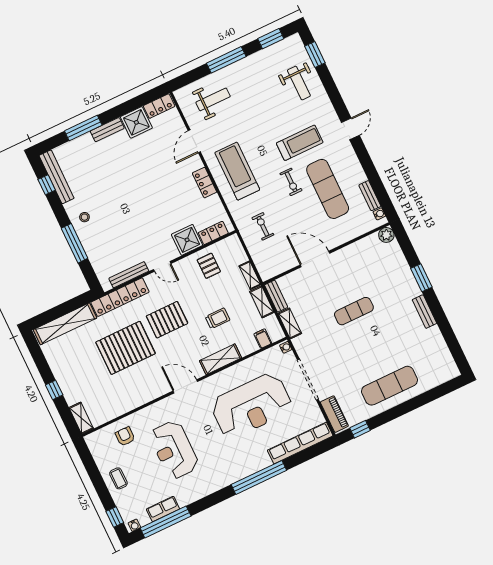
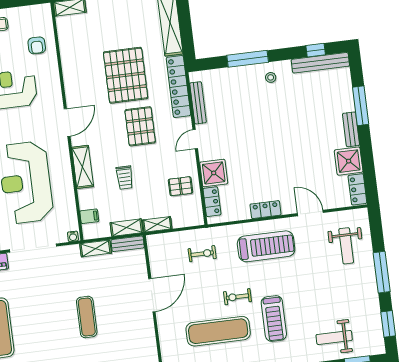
armchair: (125, 436) -> (37, 45), turned 90

